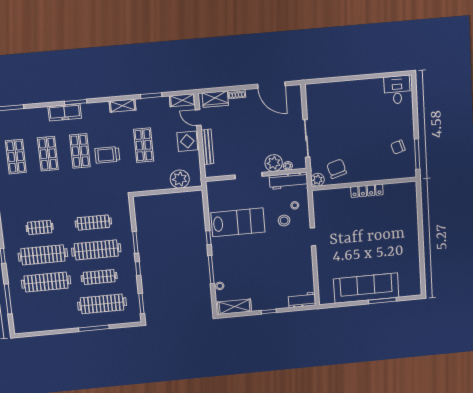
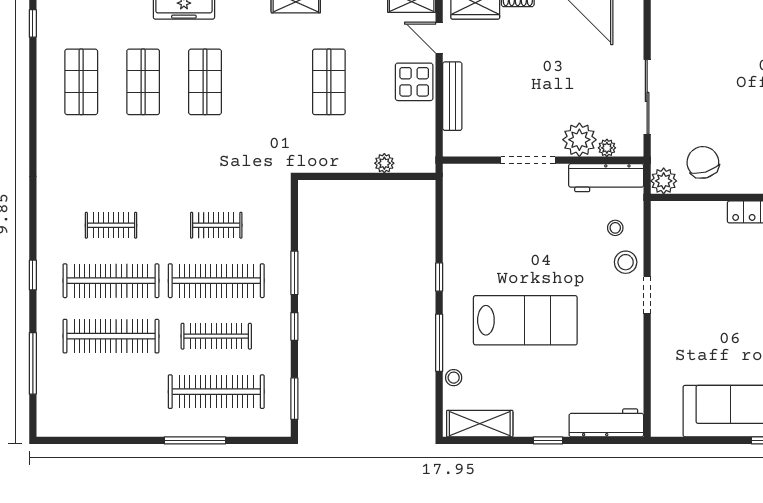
trolley: (107, 155) -> (257, 94), removed
plant: (180, 179) -> (384, 163), width x0.53, depth x0.53
stool: (284, 221) -> (626, 262), moved
lab bench: (238, 222) -> (525, 320), moved
clothes rail: (93, 223) -> (216, 225), width x0.73
workbench: (302, 300) -> (606, 423), width x1.37

